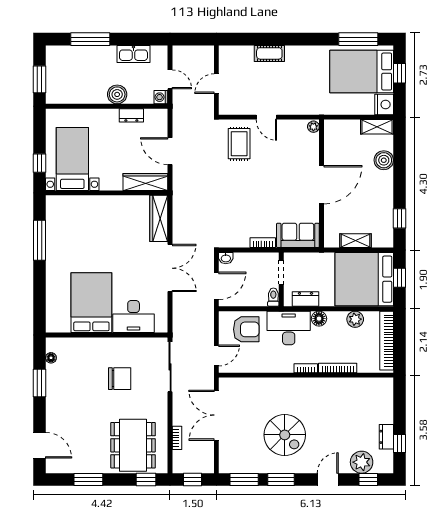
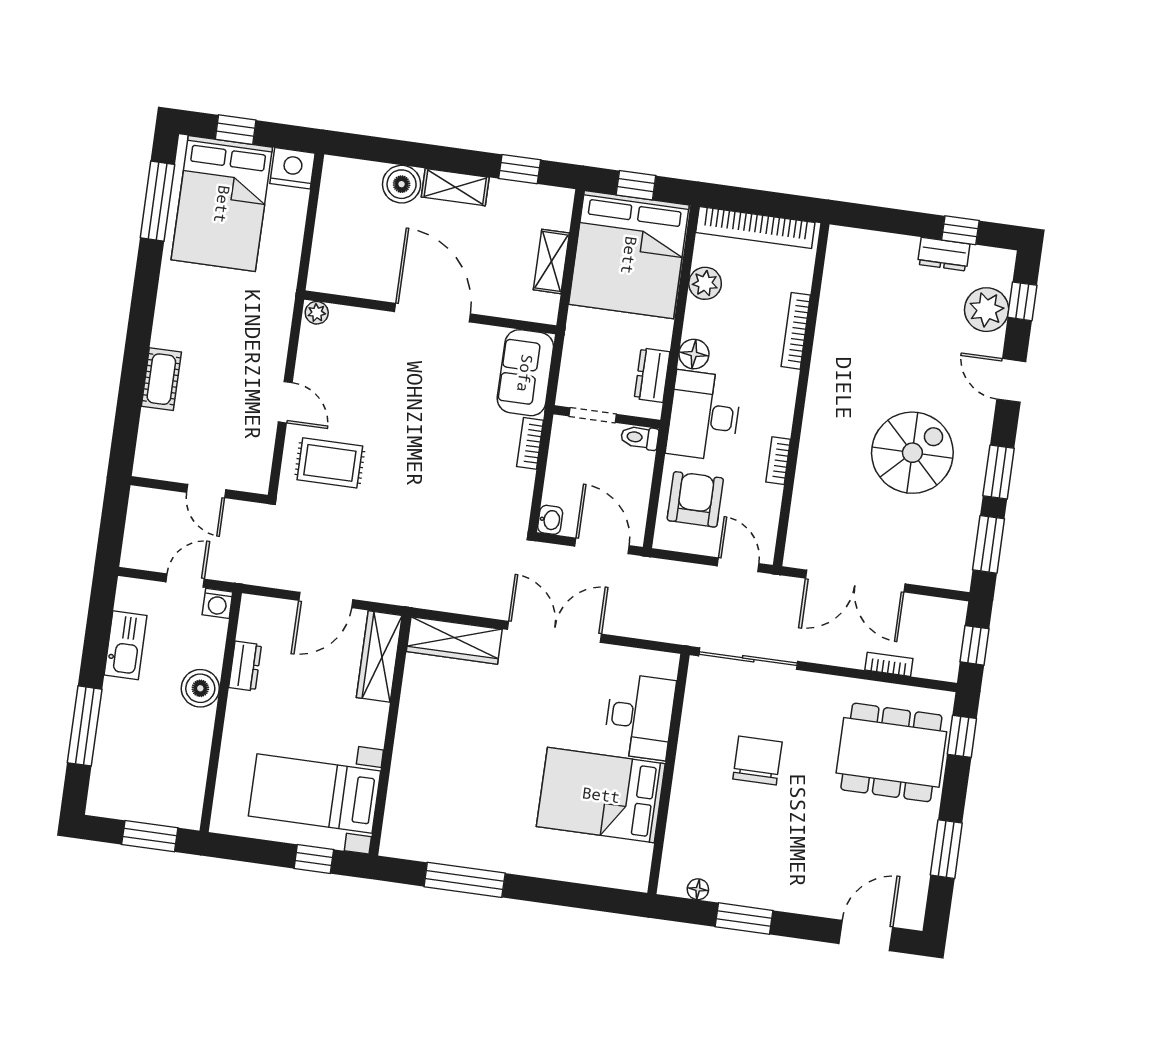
door: (266, 117) -> (285, 402), hinge flipped
shelving: (377, 127) -> (455, 187), moved, turned 90
bookcase: (306, 368) -> (778, 461), moved

